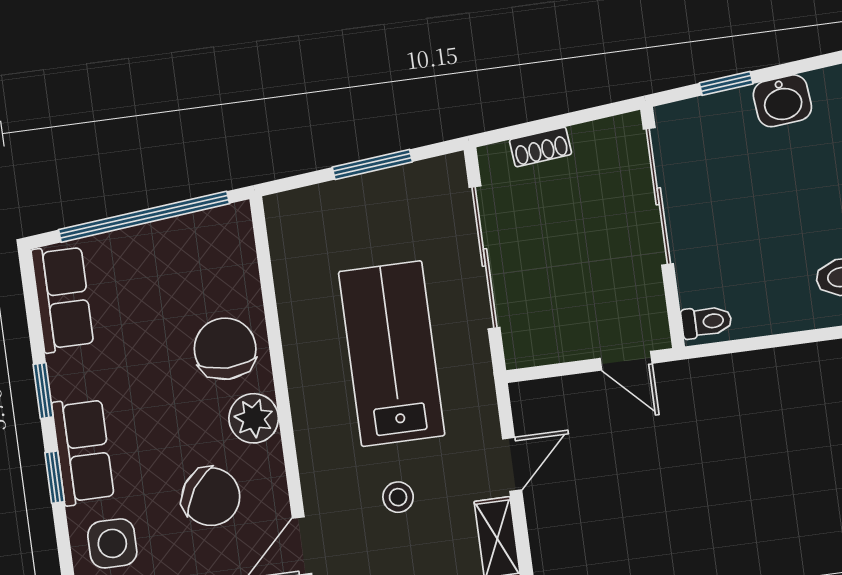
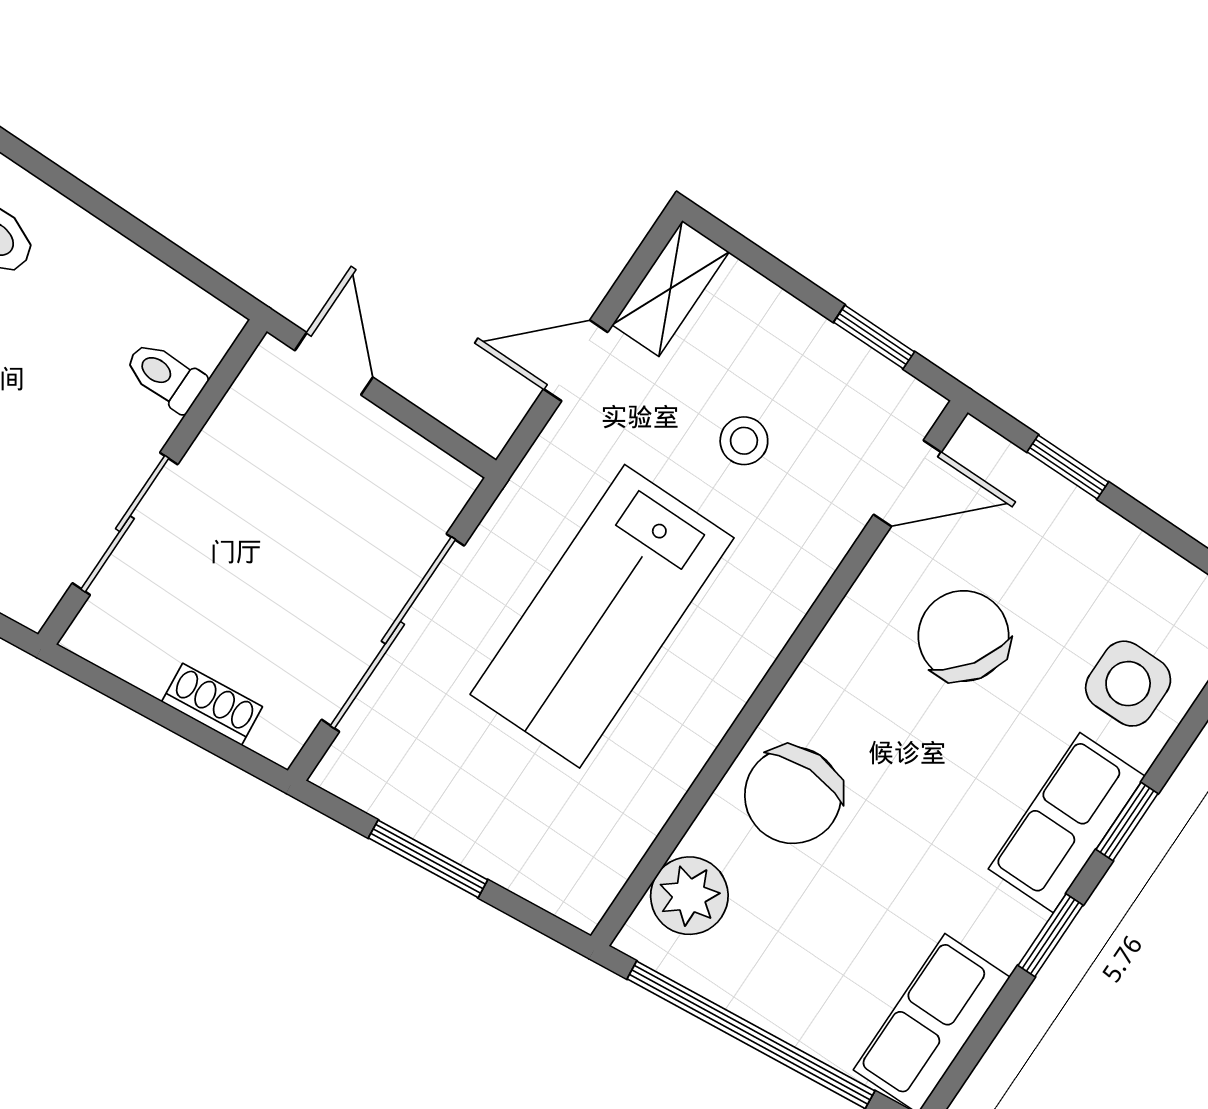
sliding door: (658, 196) -> (125, 524), width x0.73
toilet: (706, 322) -> (165, 376), moved
plant: (254, 418) -> (689, 896), moved

